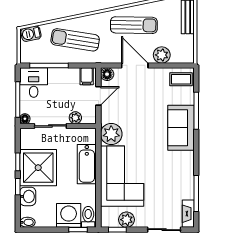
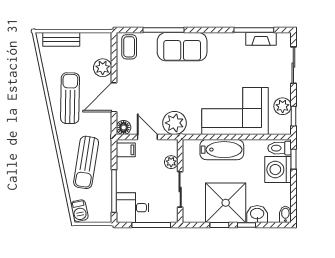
floor lamp: (25, 119) -> (172, 217), removed
plant: (111, 134) -> (175, 123), moved
fireplace: (188, 214) -> (261, 39), moved

